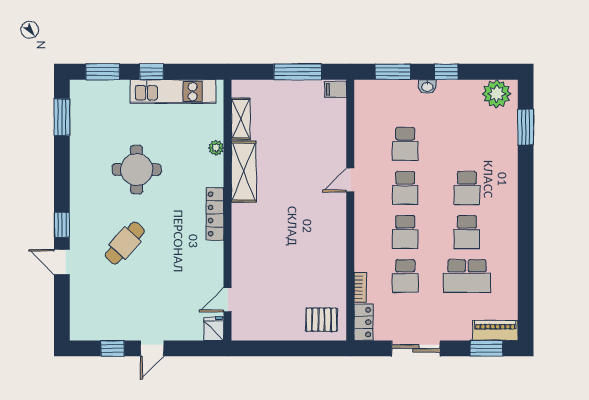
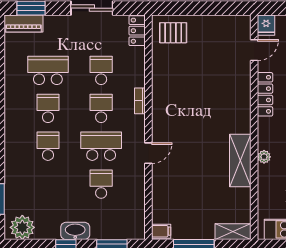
washbasin: (427, 87) -> (75, 231), width x1.91, depth x1.45
shelving: (241, 119) -> (233, 232), moved, turned 90
plant: (216, 148) -> (264, 157), moved
school desk: (405, 188) -> (101, 146), width x1.85
locker: (215, 214) -> (265, 94), moved
bookcase: (360, 287) -> (140, 101), moved

